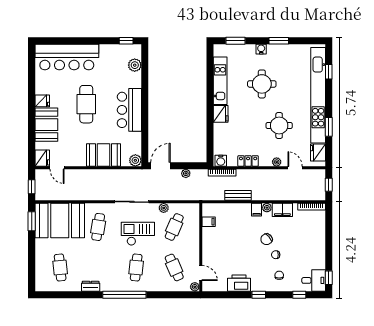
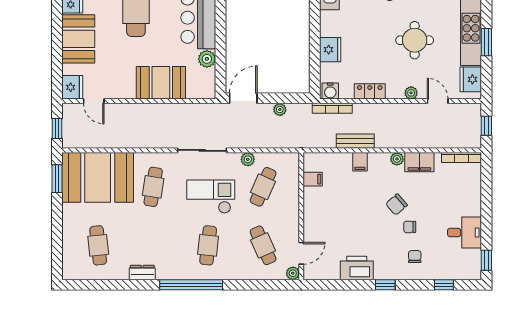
fridge: (221, 114) -> (330, 50), moved
plant: (135, 160) -> (207, 59), moved
filing cabinet: (257, 210) -> (360, 162), moved
door: (201, 273) -> (301, 253), hinge flipped
desk: (314, 280) -> (465, 233), moved

